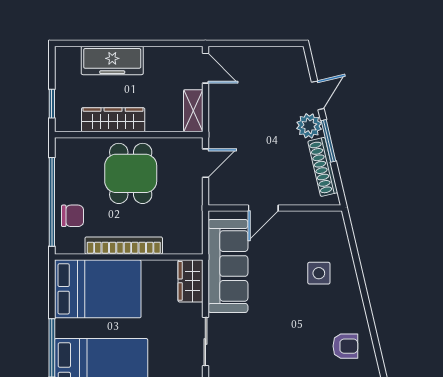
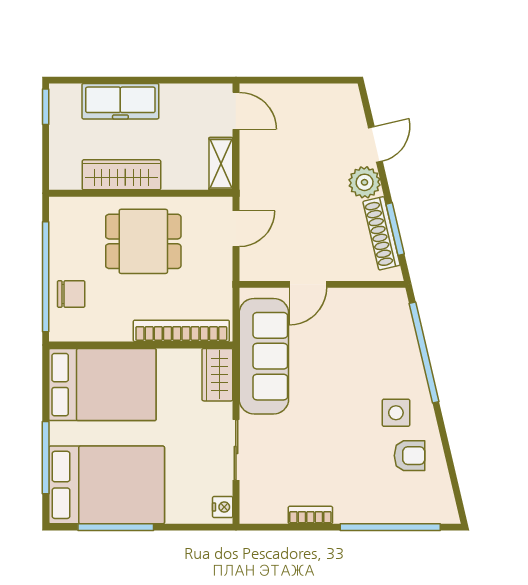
window: (52, 104) -> (46, 107), moved
window: (328, 141) -> (395, 229), moved
dining table: (131, 173) -> (143, 241), turned 90
bookcase: (124, 246) -> (181, 331), moved
window: (357, 263) -> (424, 352), added
side table: (319, 273) -> (396, 413), moved

